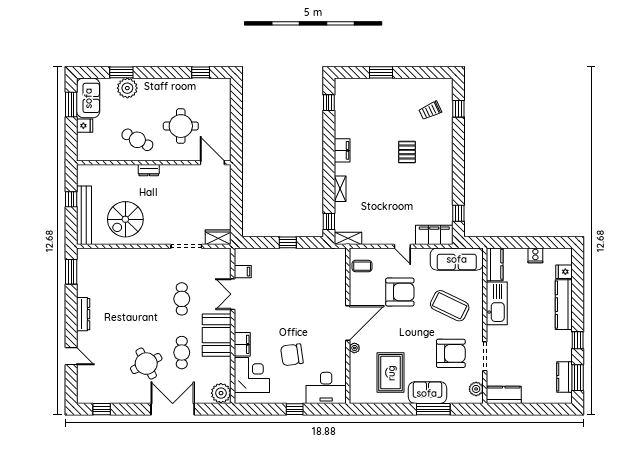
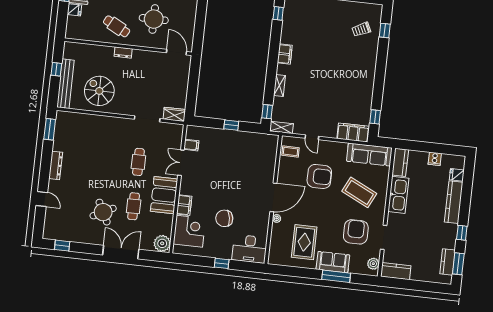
pallet: (407, 152) -> (338, 61), removed
spiral stairs: (125, 219) -> (99, 91), turned 90
door: (402, 246) -> (312, 137), moved
armchair: (451, 353) -> (356, 232), turned -90

